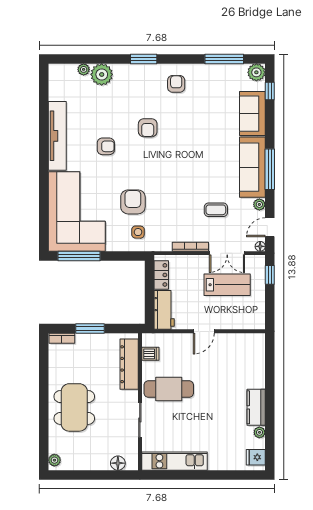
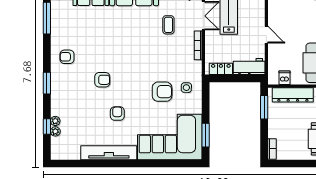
window: (90, 59) -> (47, 126), added
plant: (102, 74) -> (55, 121), width x0.53, depth x0.53
armchair: (133, 202) -> (162, 92), turned 180
window: (79, 256) -> (206, 135), width x0.69
window: (90, 329) -> (264, 107), moved

